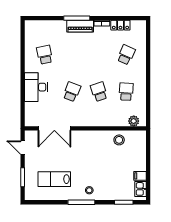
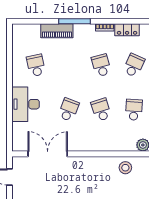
piano: (80, 26) -> (57, 31), moved
school desk: (99, 55) -> (101, 65), added
double door: (54, 128) -> (48, 154), swing flipped

